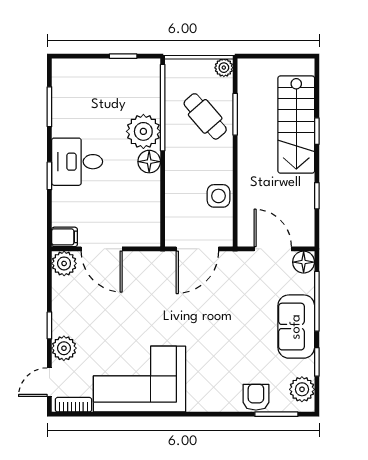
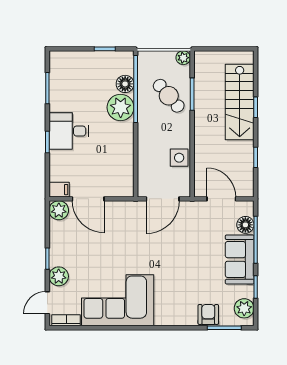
floor lamp: (149, 162) -> (125, 84), moved
floor lamp: (304, 262) -> (245, 225), moved

